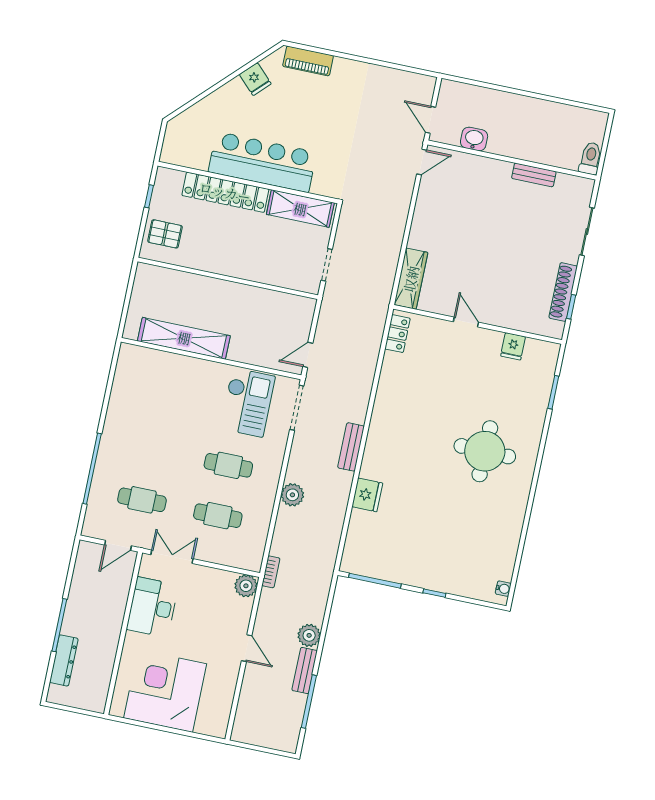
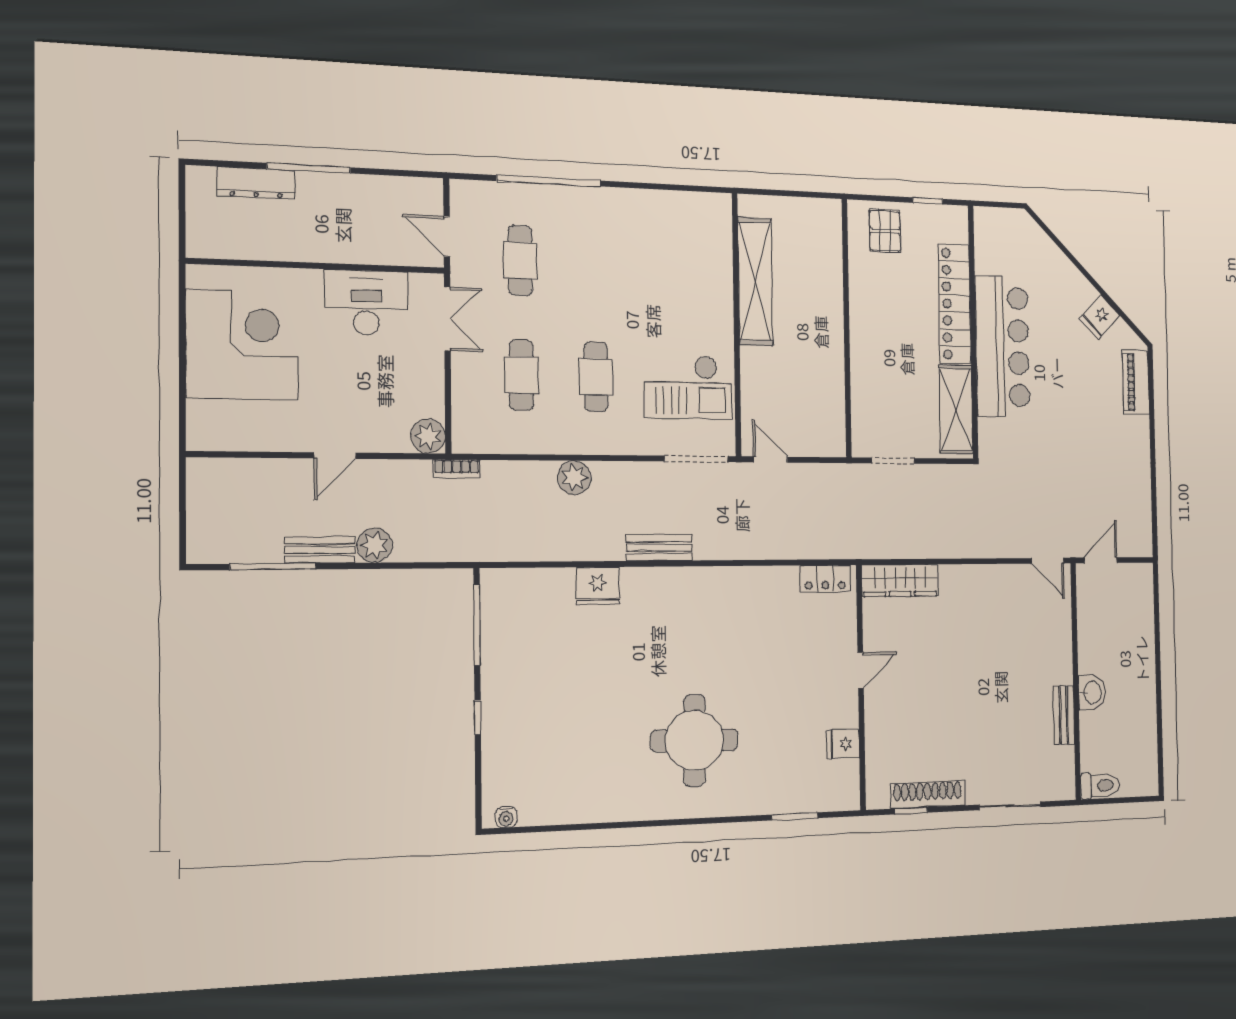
washbasin: (474, 139) -> (1092, 692), moved

